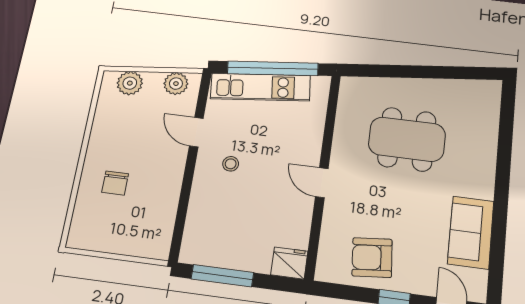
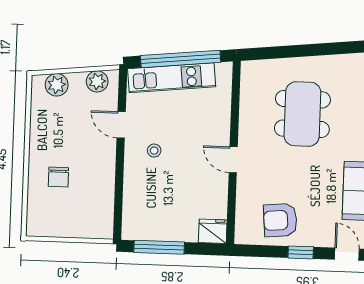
dining table: (407, 139) -> (302, 114), turned 90

